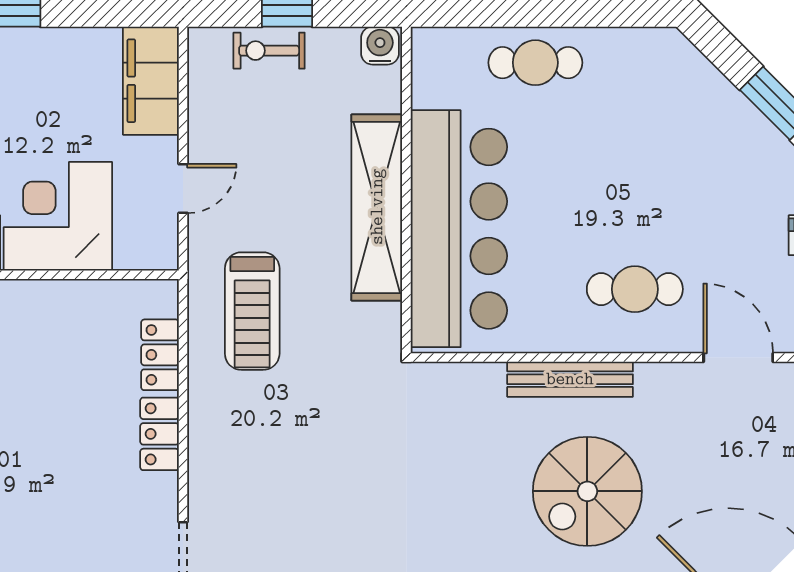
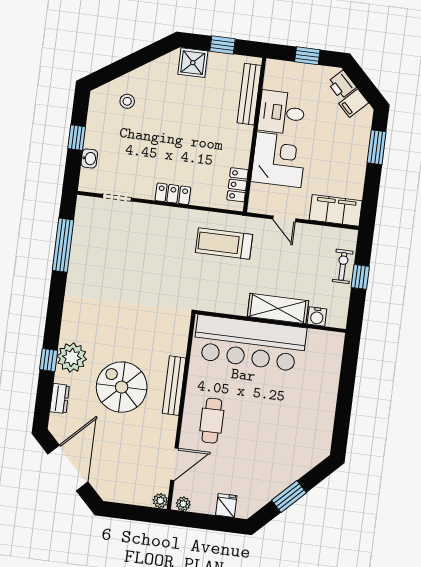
water cooler: (380, 46) -> (317, 316), moved, turned 90
cafe table: (535, 63) -> (322, 388), removed
shelving: (377, 207) -> (278, 309), width x0.68
locker: (160, 355) -> (238, 185), moved, turned -90

